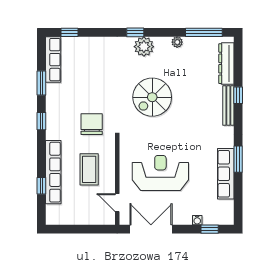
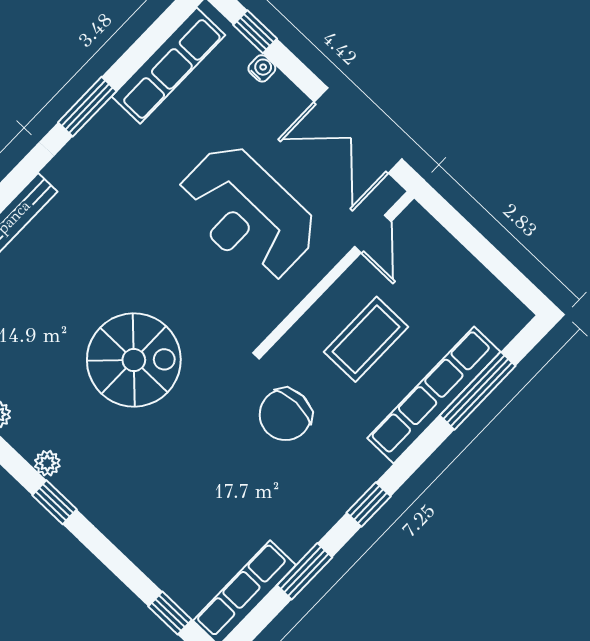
plant: (144, 47) -> (47, 463), width x0.53, depth x0.53
row of seats: (226, 174) -> (168, 66), moved
window: (41, 186) -> (478, 391), width x2.17

